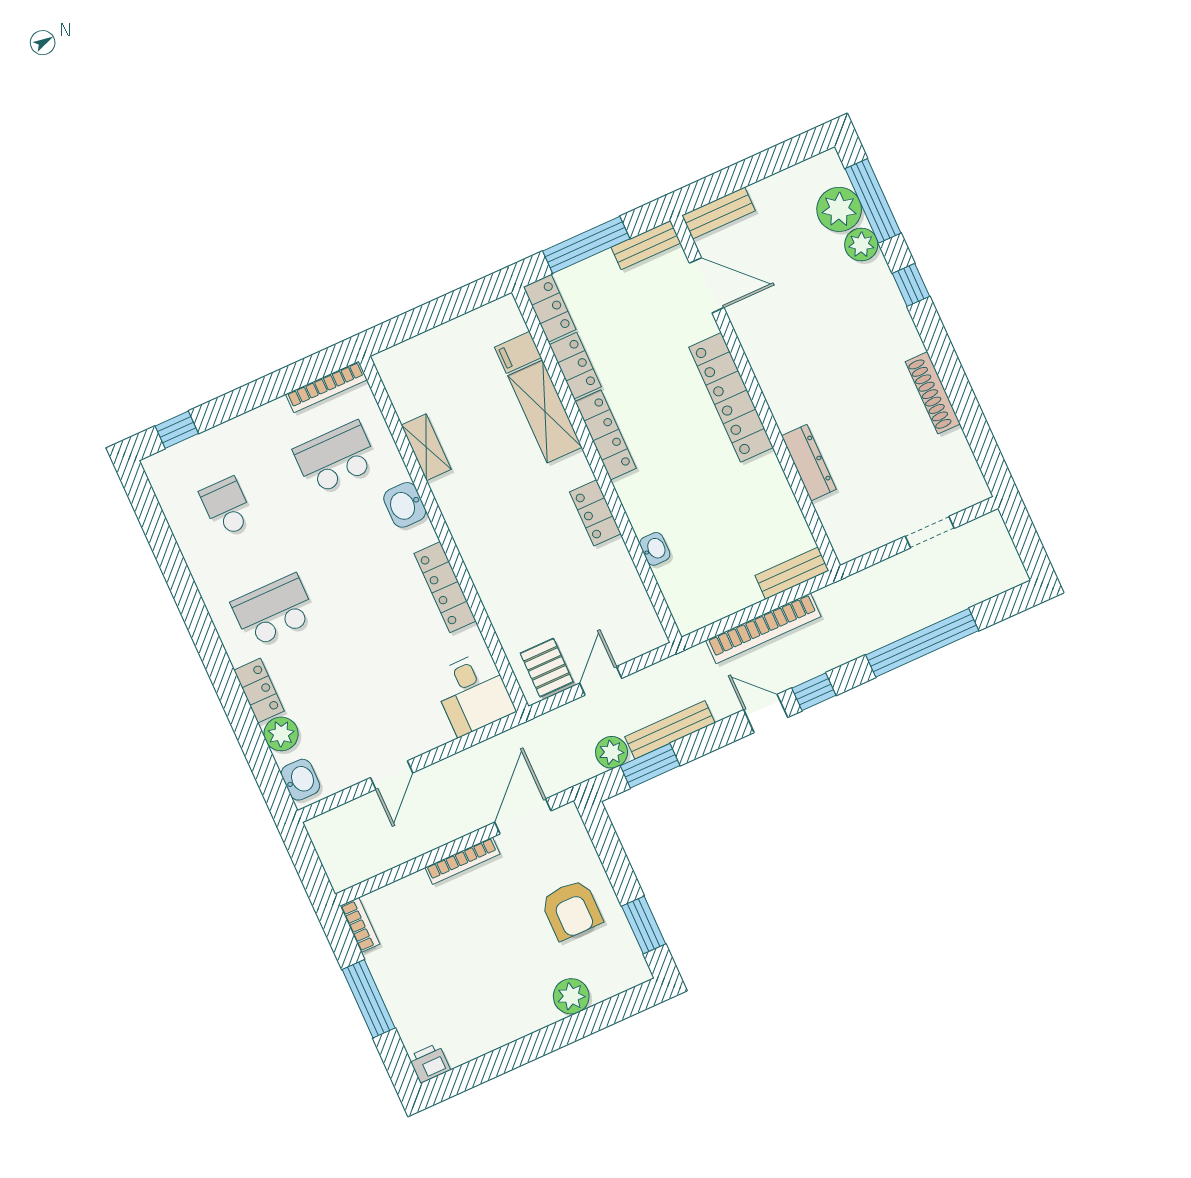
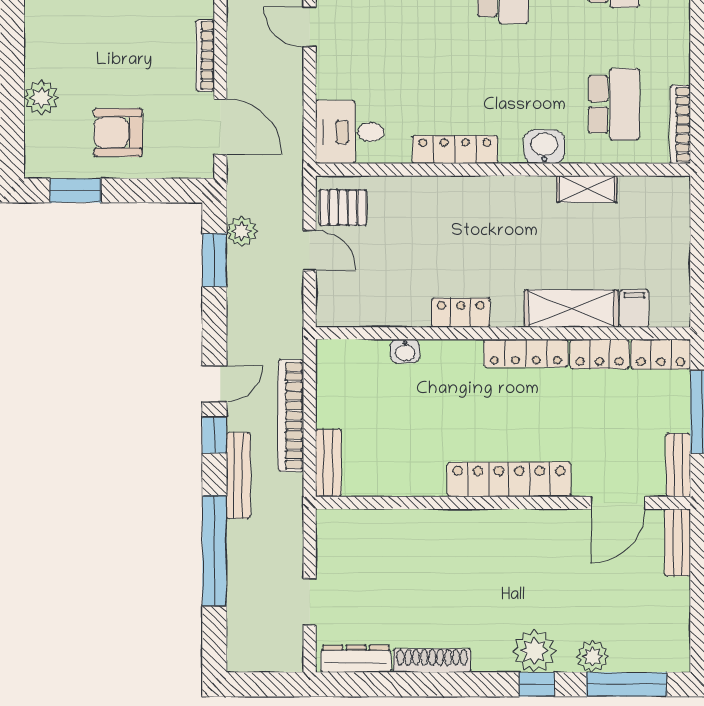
plant: (839, 209) -> (534, 651), moved
dresser: (809, 463) -> (356, 659), moved, turned 180
bench: (670, 730) -> (238, 475), moved

